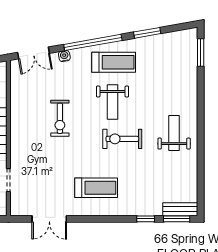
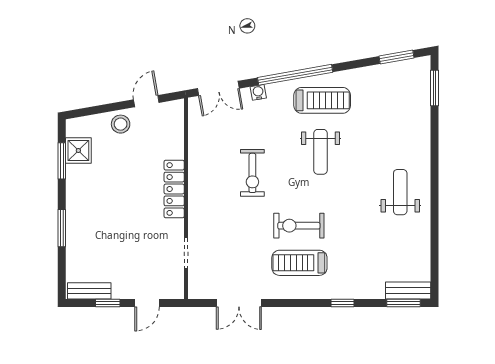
window: (147, 33) -> (396, 57), moved
exercise bike: (122, 139) -> (299, 226), moved
treadmill: (96, 188) -> (299, 263), turned 180
window: (146, 219) -> (343, 303), moved

